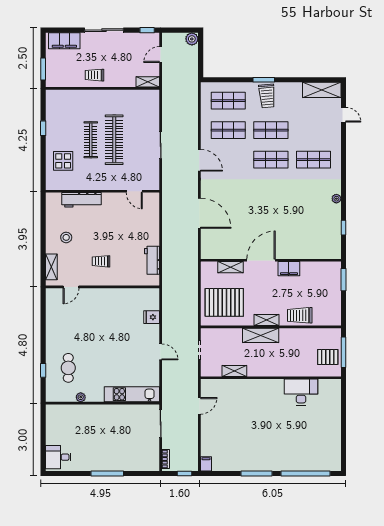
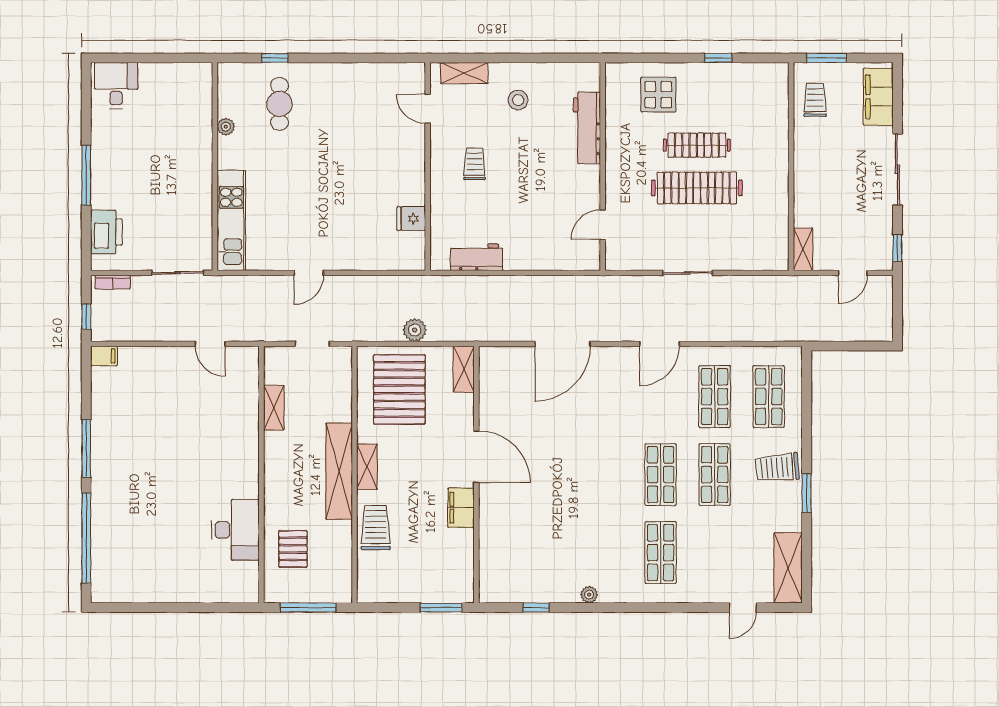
plant: (192, 39) -> (415, 330), moved
door: (161, 55) -> (853, 273), swing flipped
trolley: (95, 75) -> (815, 100), moved
window: (264, 80) -> (807, 493), moved
shelving: (231, 267) -> (464, 369), moved
fridge: (152, 317) -> (411, 219), moved, turned -90
shelving: (261, 335) -> (339, 471), width x1.47
pallet: (328, 357) -> (293, 549), moved
cafe table: (68, 368) -> (279, 104), turned 90
printer: (138, 462) -> (106, 232), added

